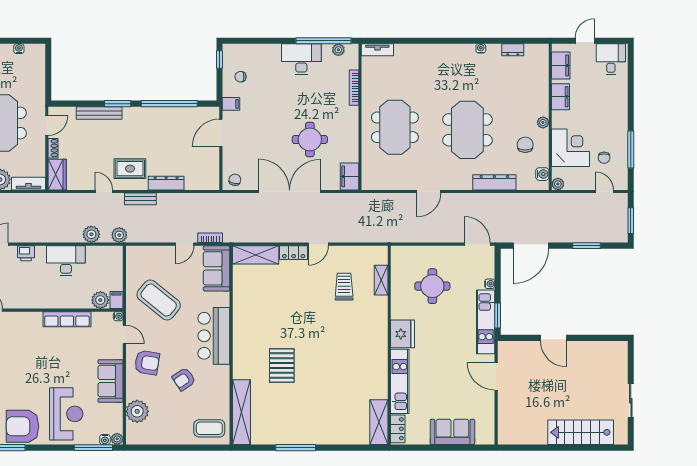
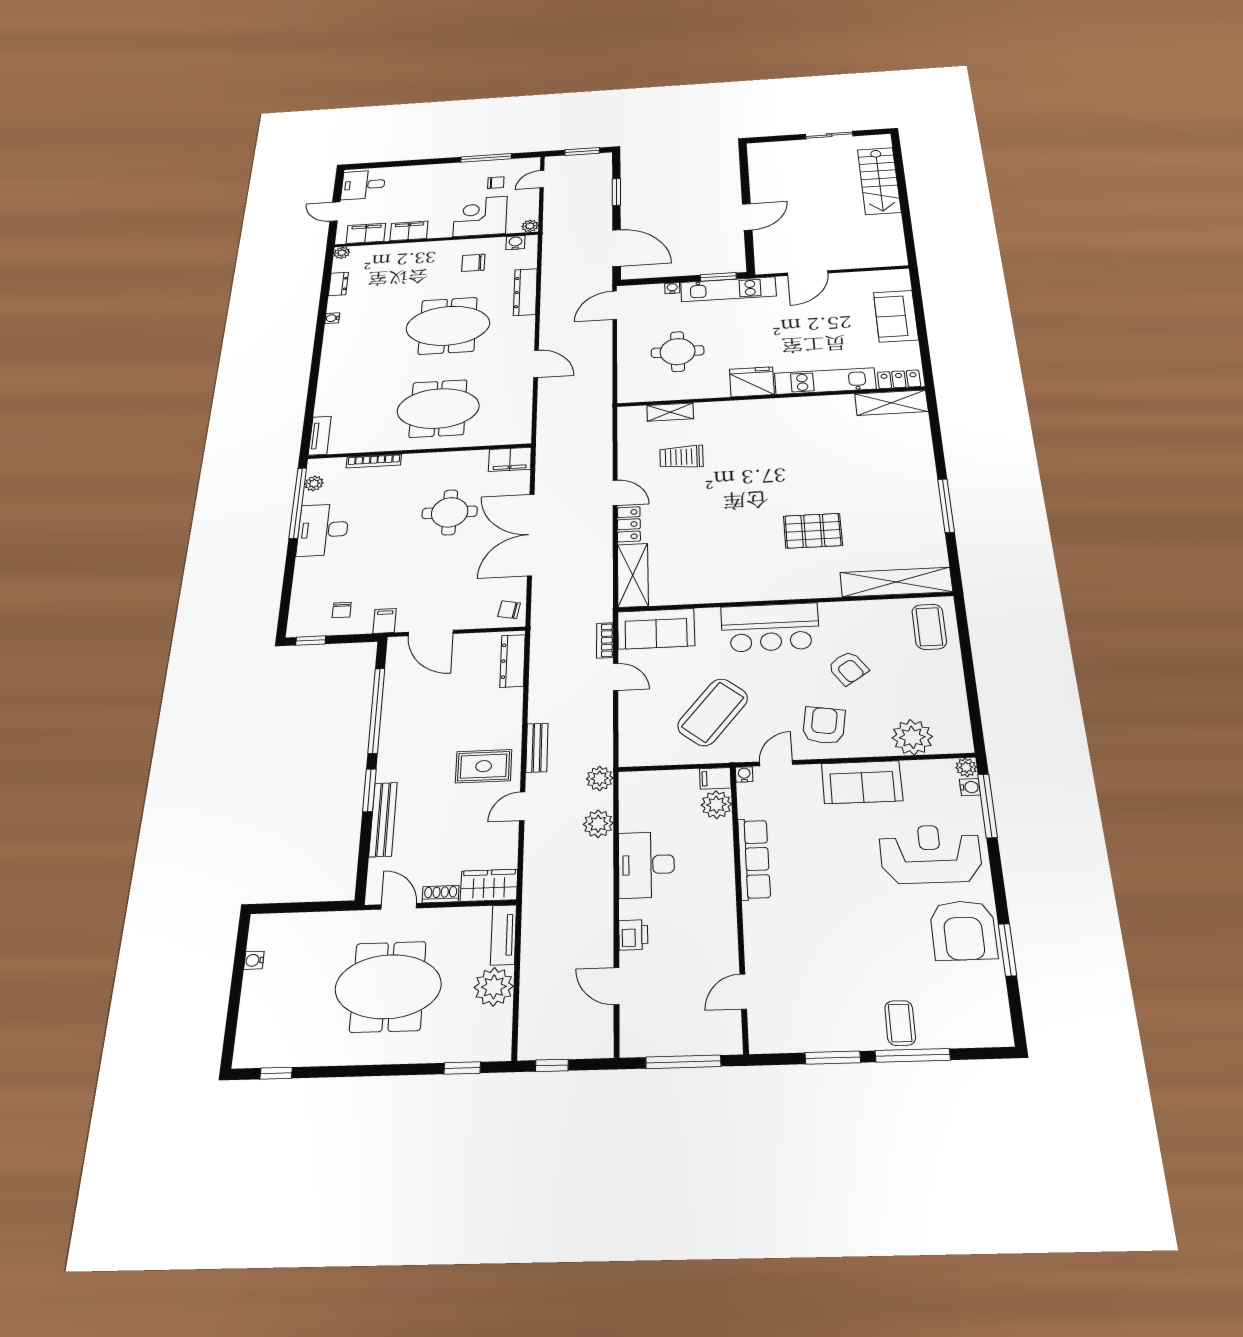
plant: (543, 122) -> (342, 253), moved
rug: (130, 169) -> (484, 766), turned 90
dresser: (166, 183) -> (513, 661), moved

